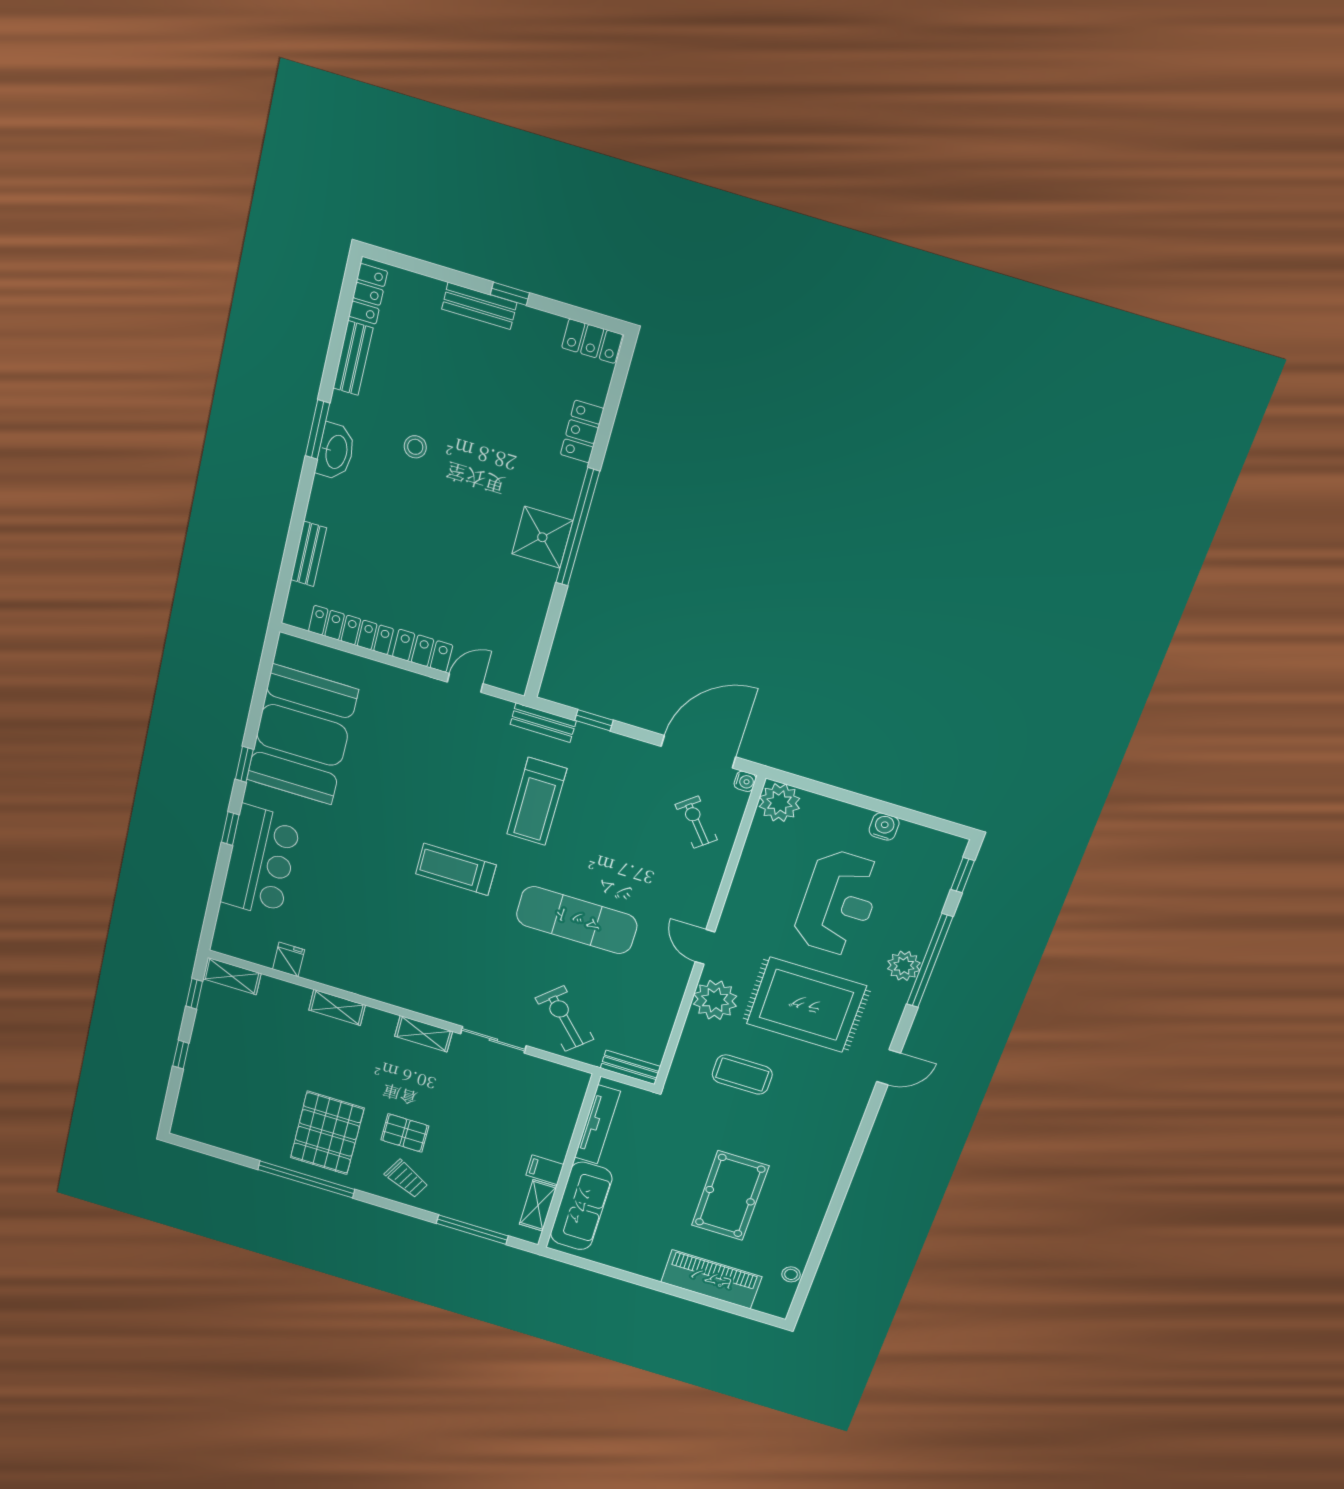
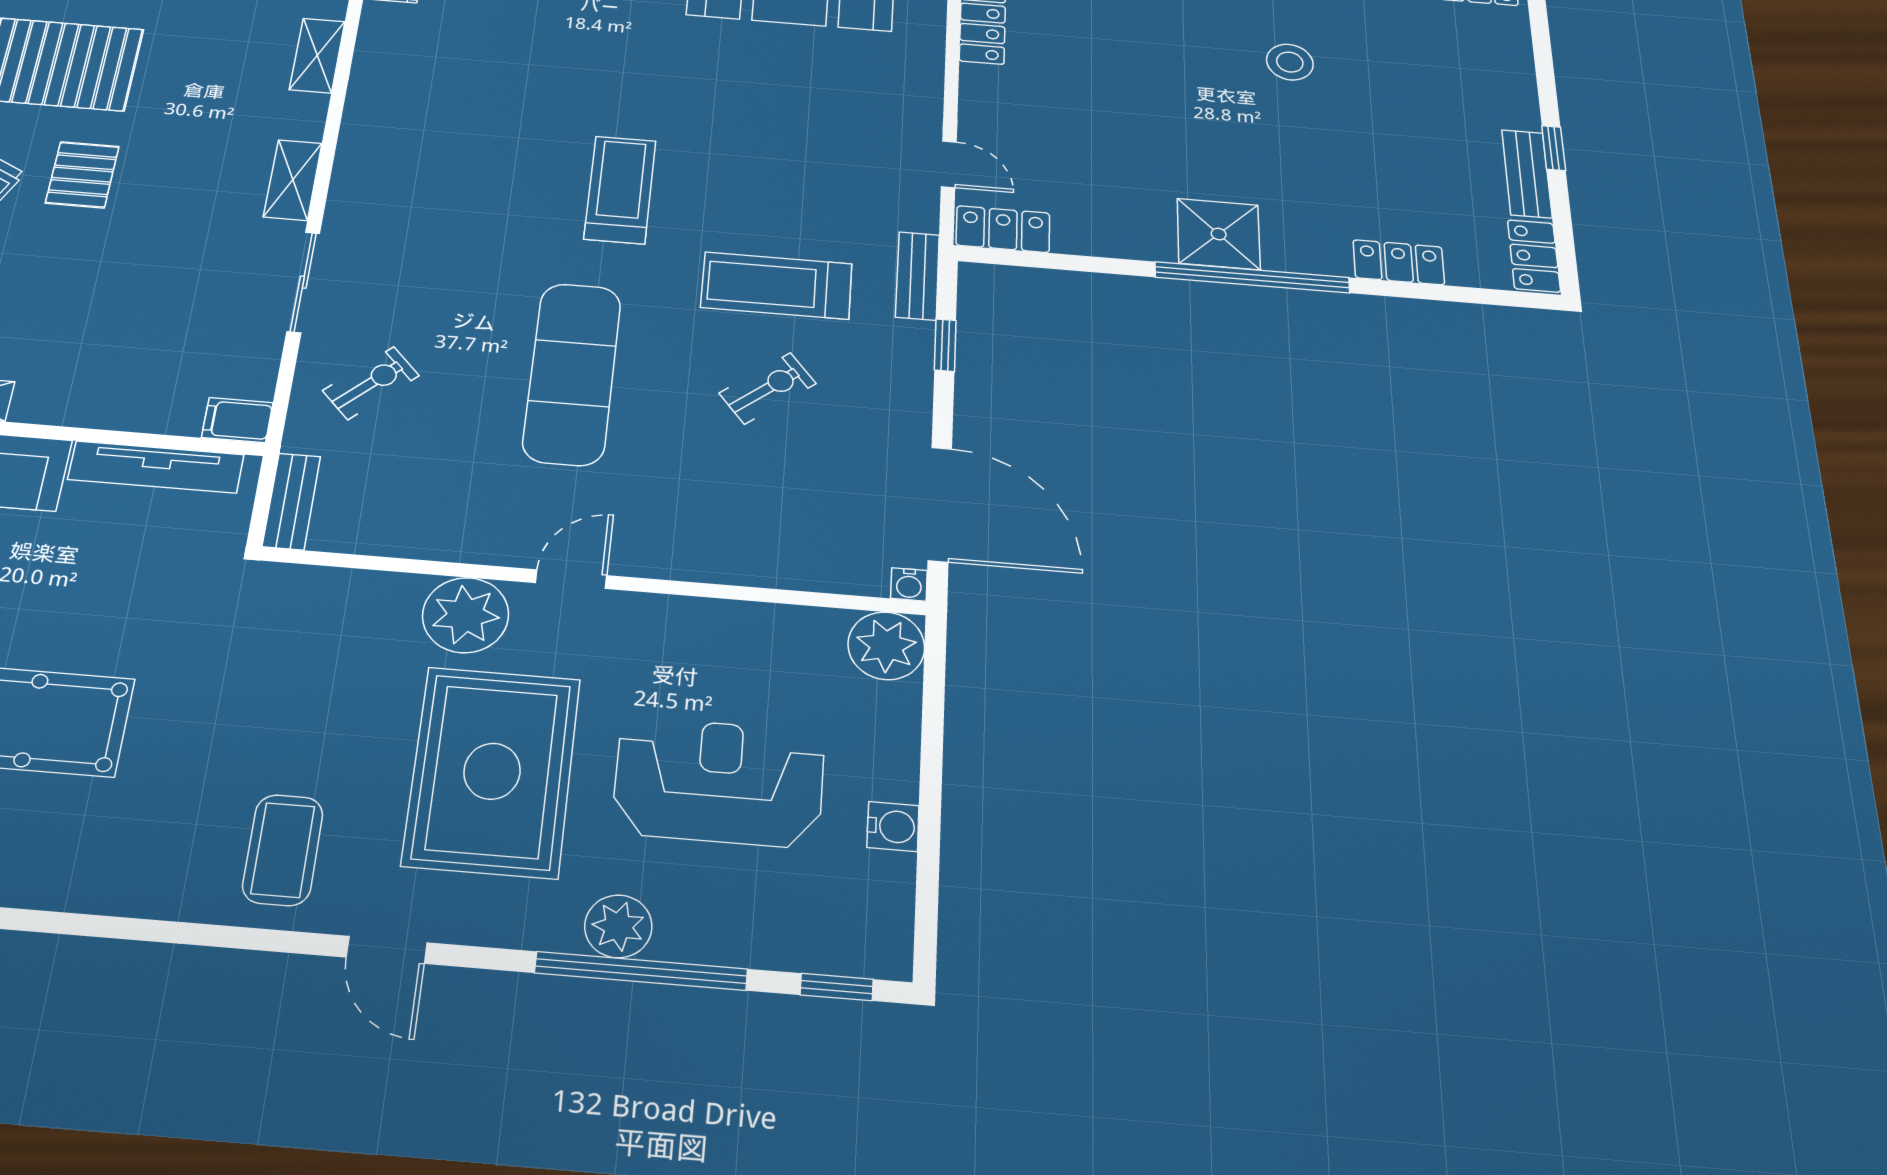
bench: (479, 306) -> (1527, 174), moved
stool: (415, 447) -> (1290, 62), width x1.37, depth x1.37
locker: (423, 651) -> (1003, 229), moved, turned -90
exercise bike: (696, 822) -> (768, 388), moved
reception desk: (838, 903) -> (719, 782), turned 180
exercise bike: (565, 1019) -> (371, 383), width x0.73, depth x0.72
coffee table: (742, 1074) -> (283, 850), moved
filing cabinet: (545, 1170) -> (237, 420), moved, turned -90

